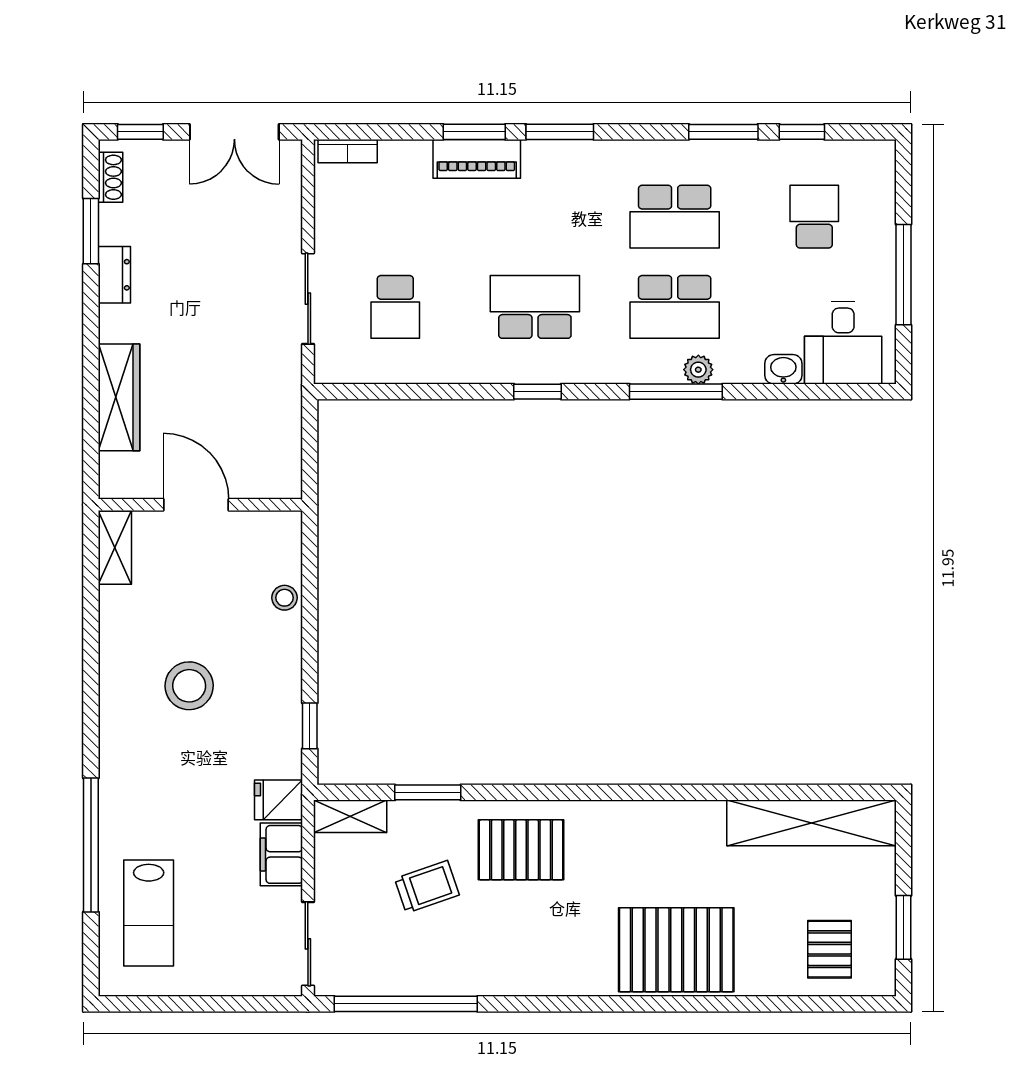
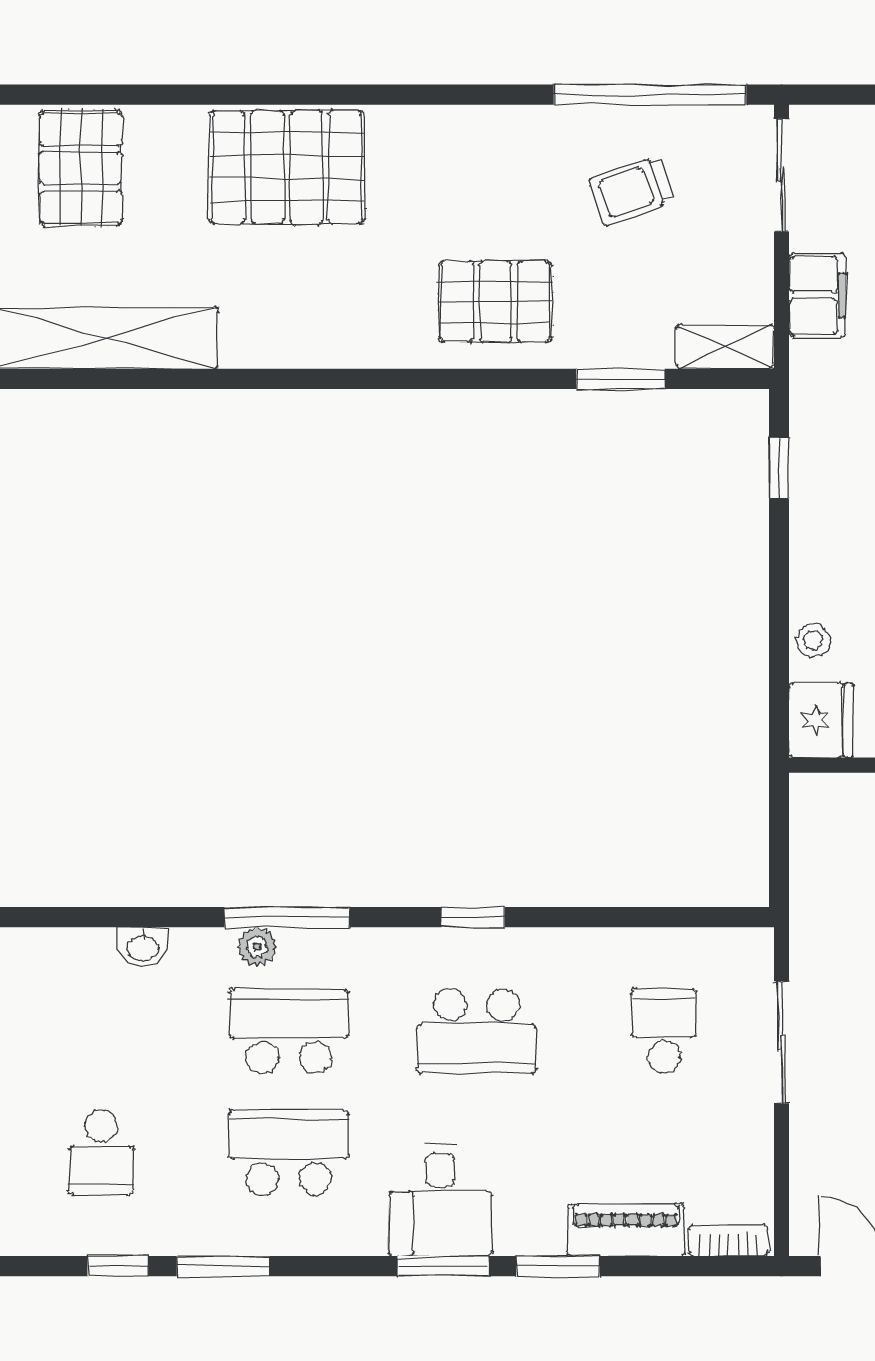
piano: (477, 159) -> (626, 1230), moved
desk: (843, 343) -> (440, 1201), moved, turned 180
fridge: (278, 800) -> (821, 720), moved, width x1.38
trolley: (427, 887) -> (631, 191), moved
pallet: (829, 949) -> (81, 168), width x1.50, depth x1.42

